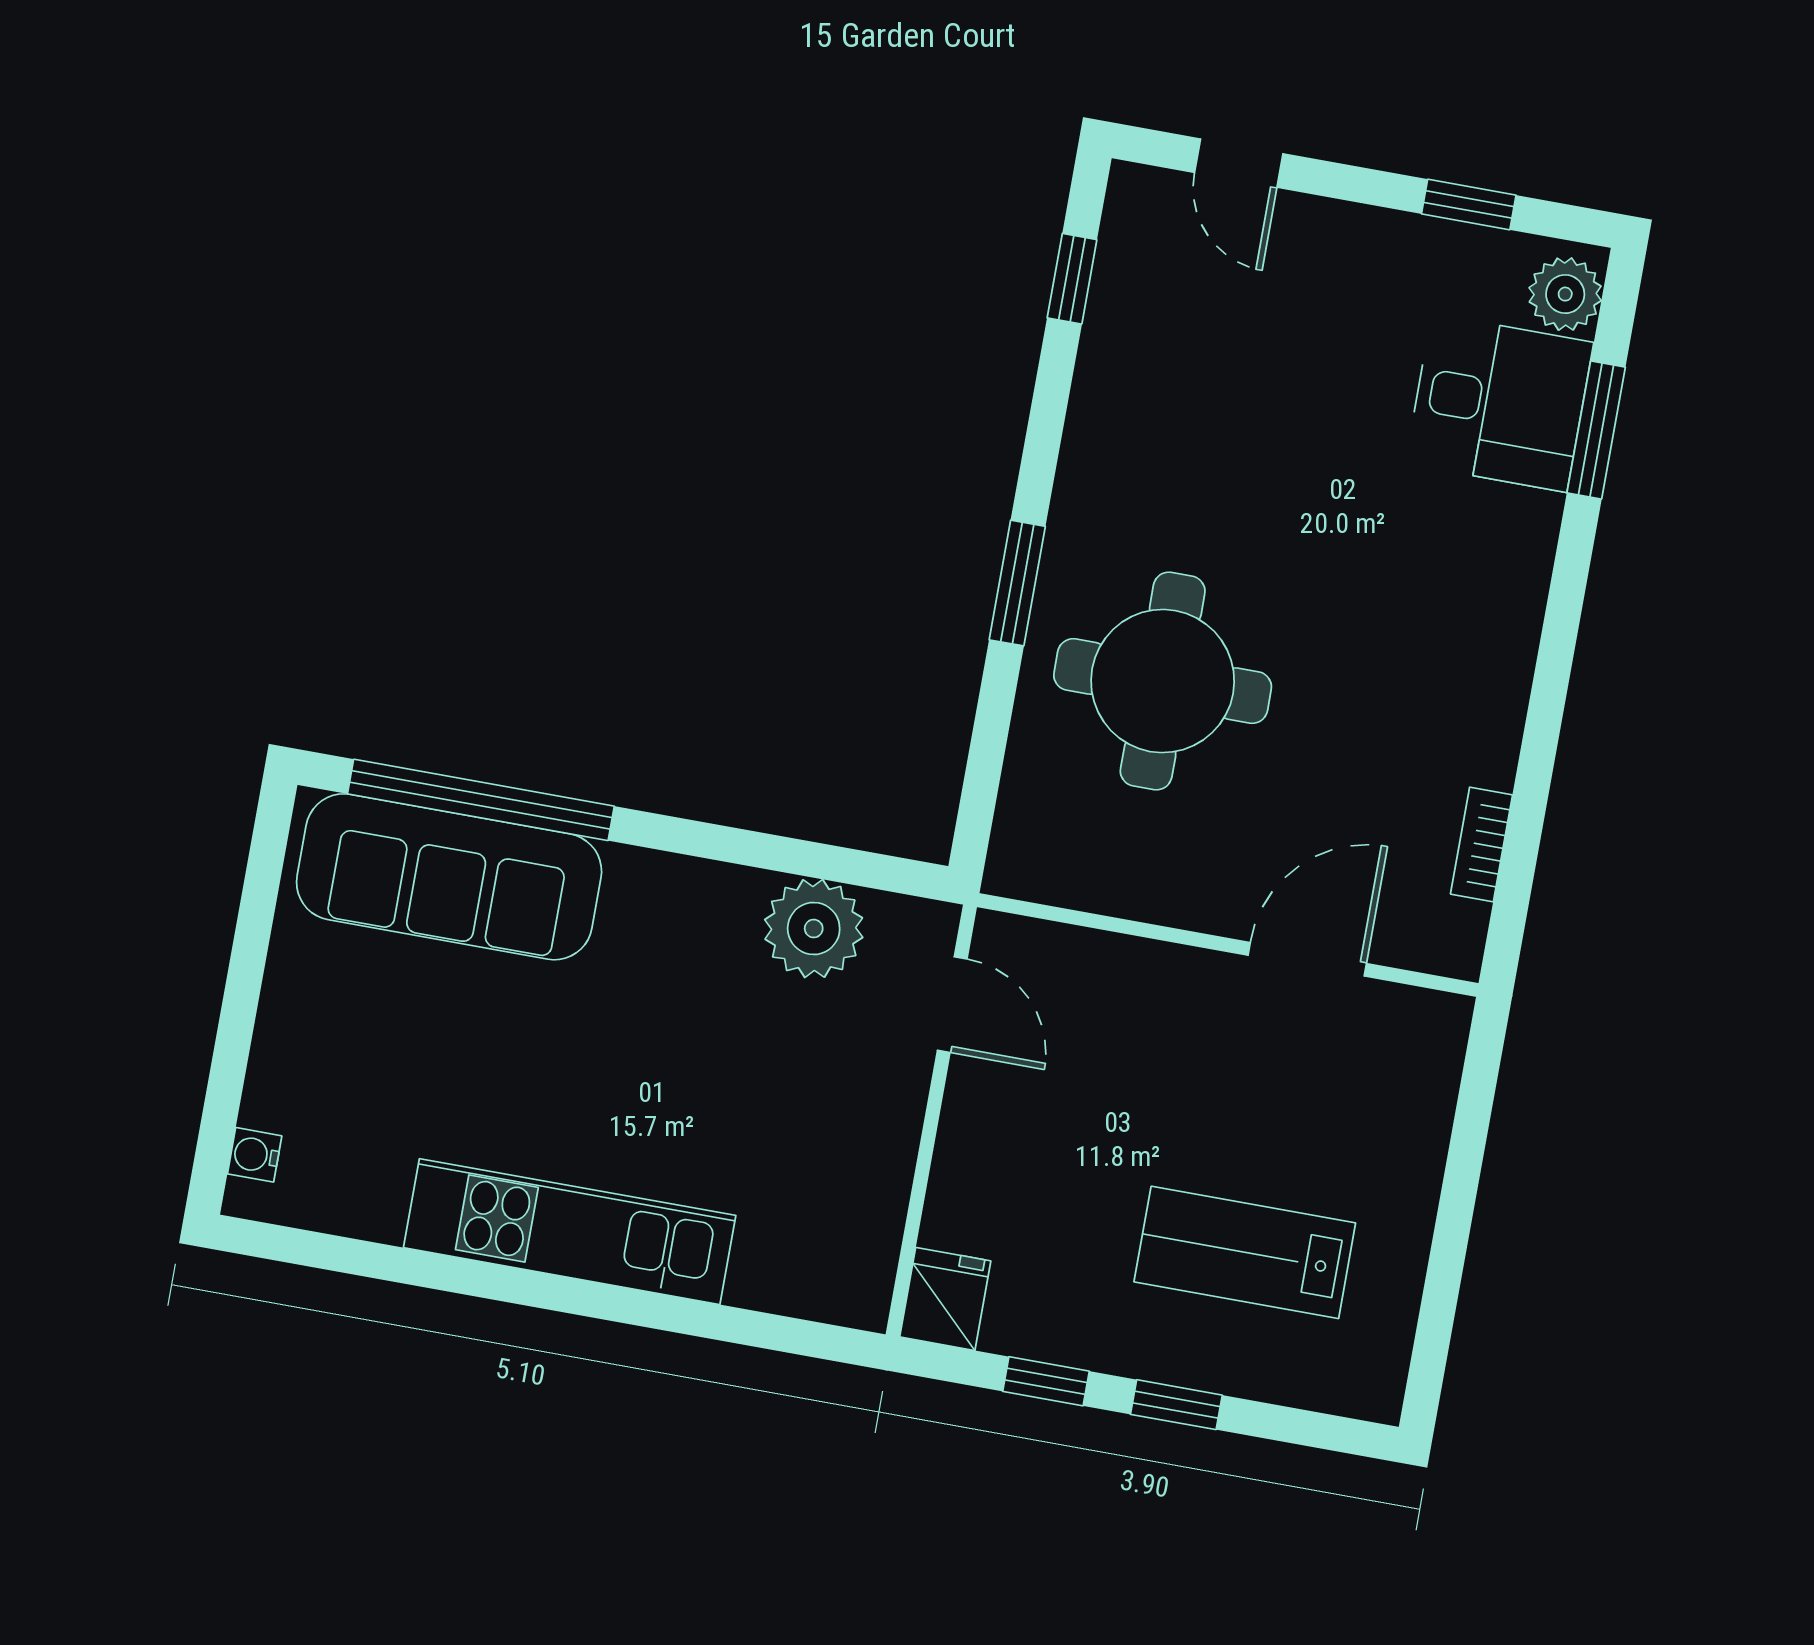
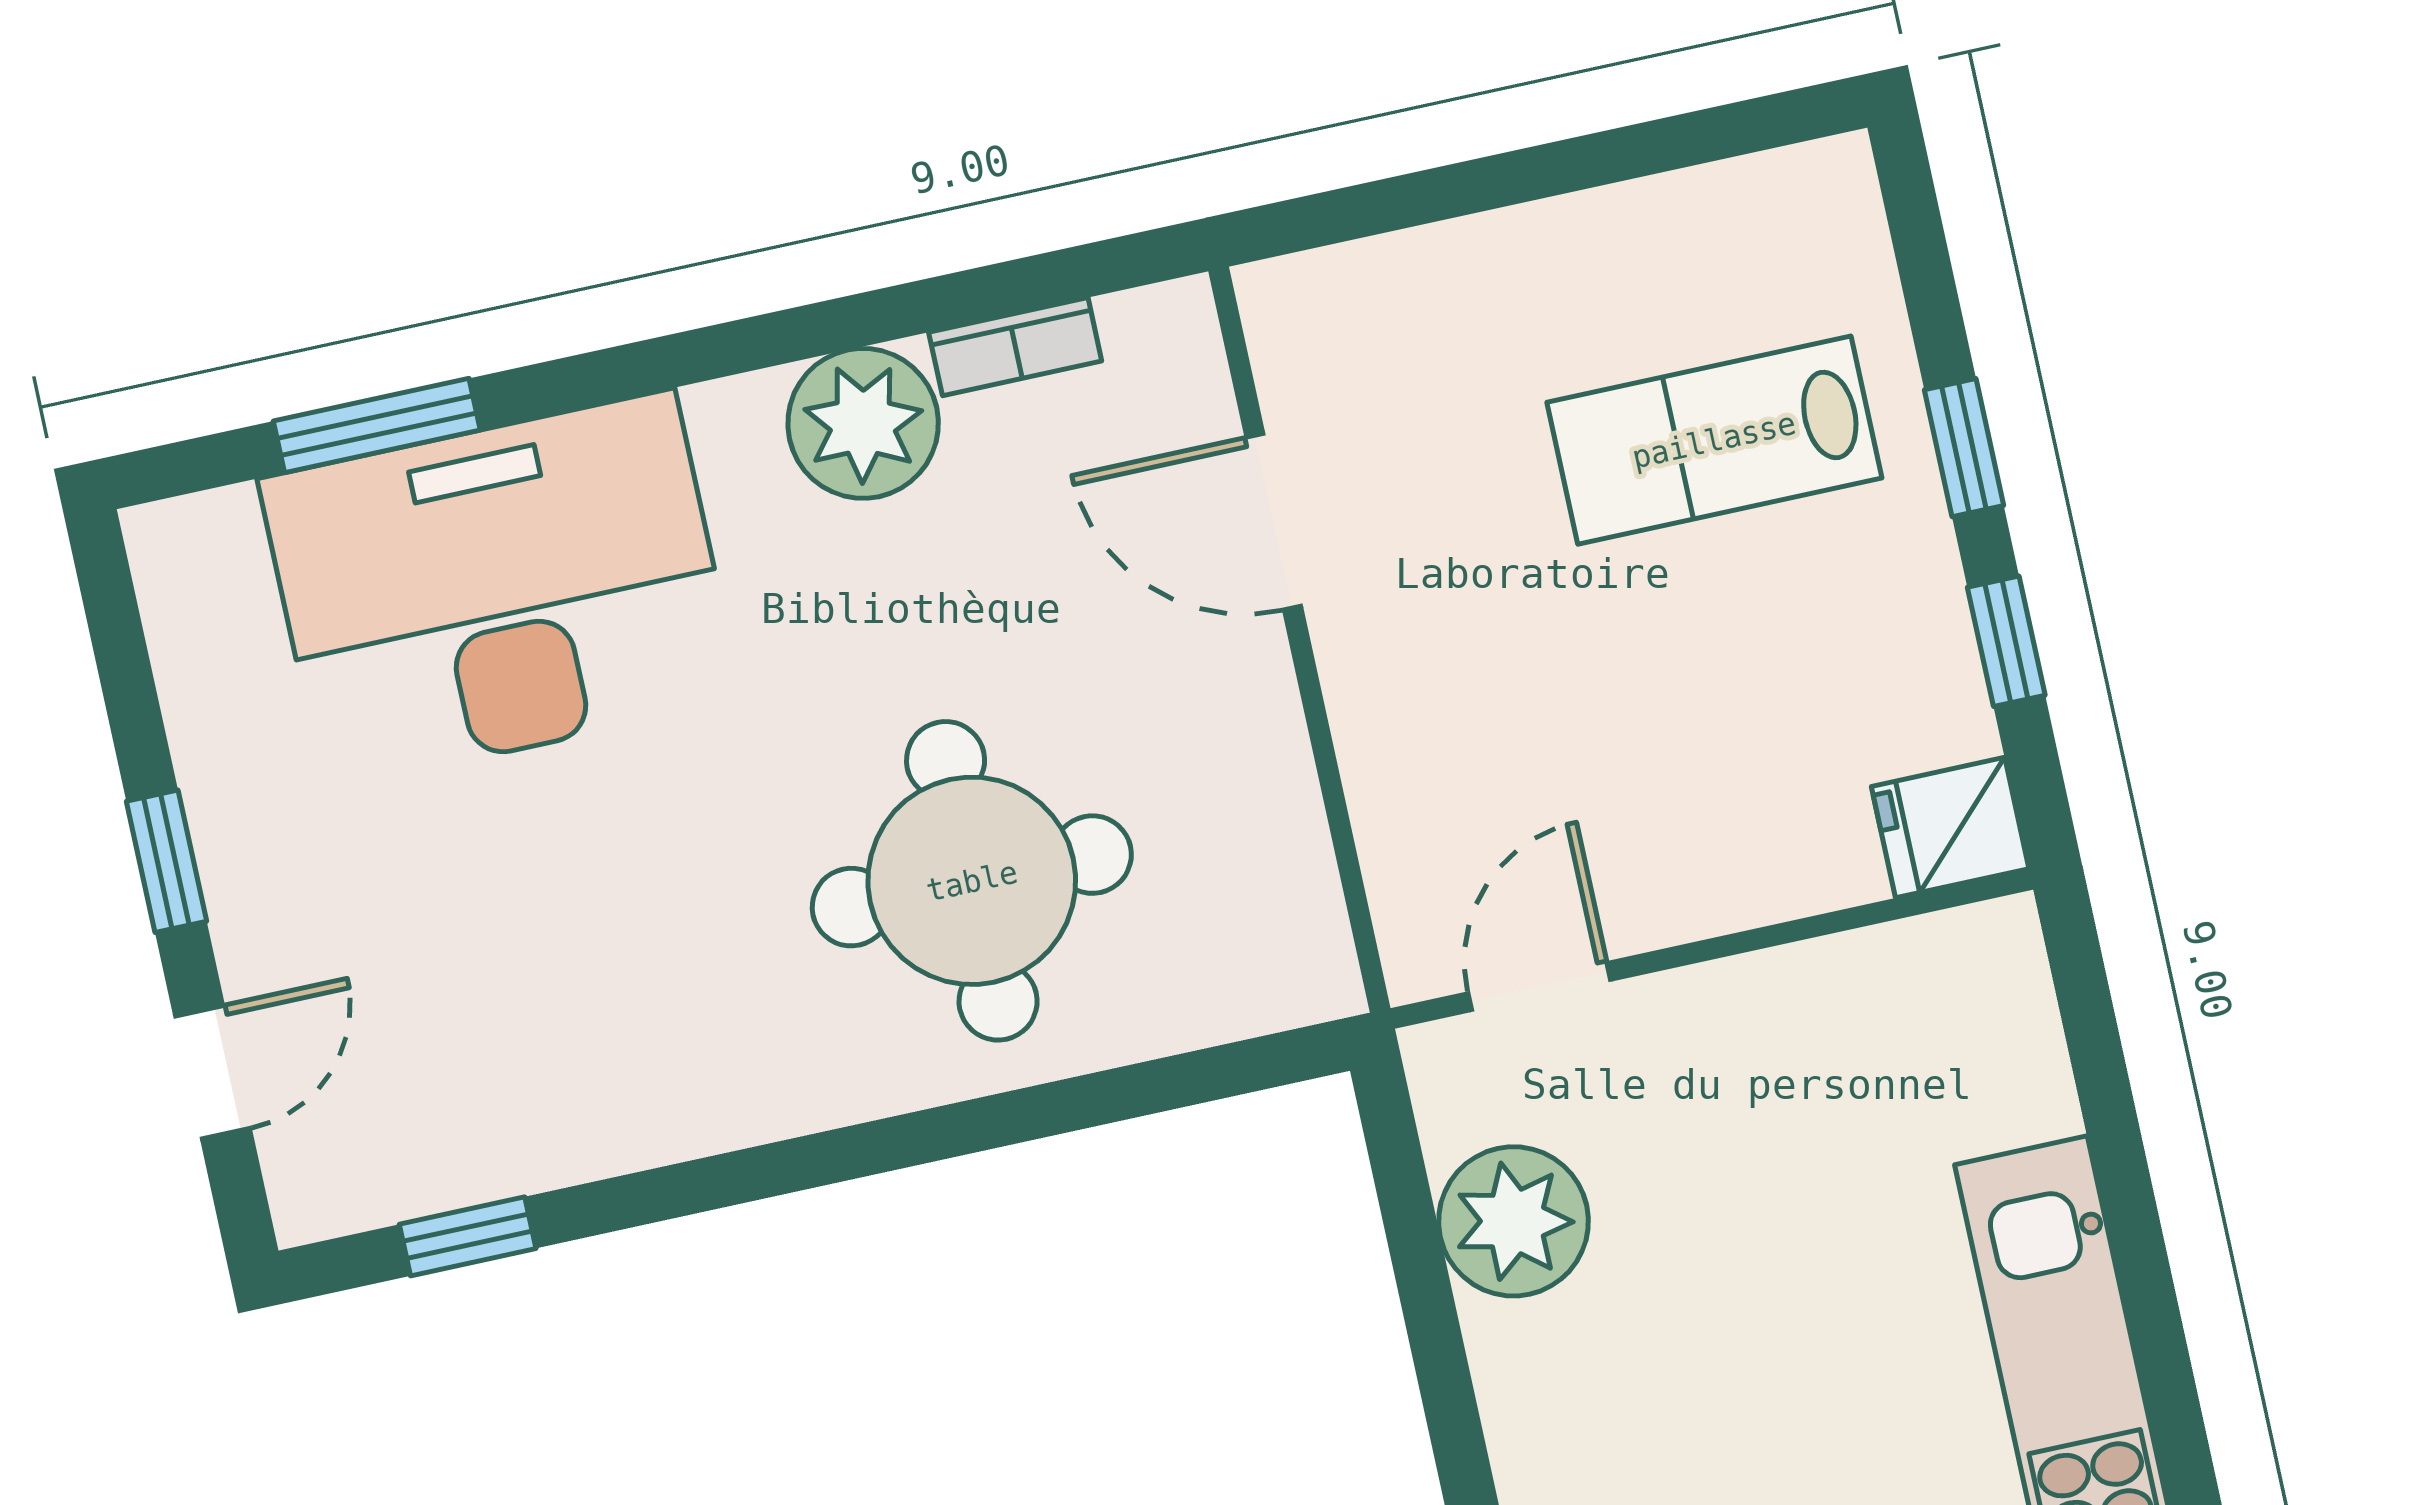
window: (1469, 204) -> (166, 861), moved
plant: (1565, 294) -> (863, 423), moved, width x1.36, depth x1.36
desk: (1499, 403) -> (500, 589), width x1.87, depth x1.30
window: (1017, 583) -> (920, 1138), removed
lab bench: (1245, 1252) -> (1714, 440), turned 90

